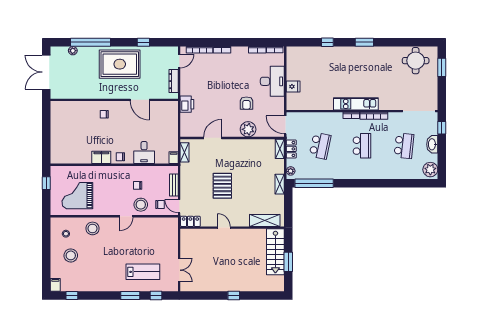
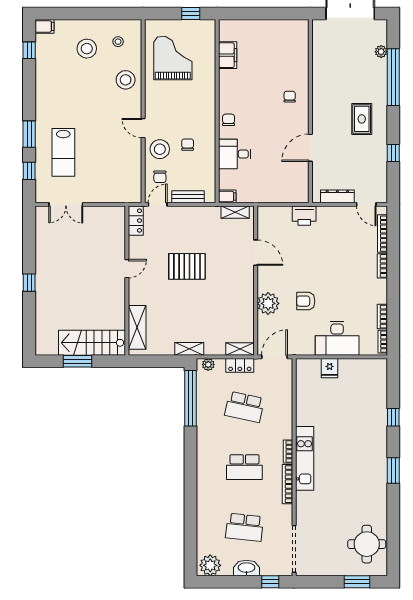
rug: (120, 64) -> (362, 119), width x0.54, depth x0.49
filing cabinet: (101, 157) -> (228, 55), moved

